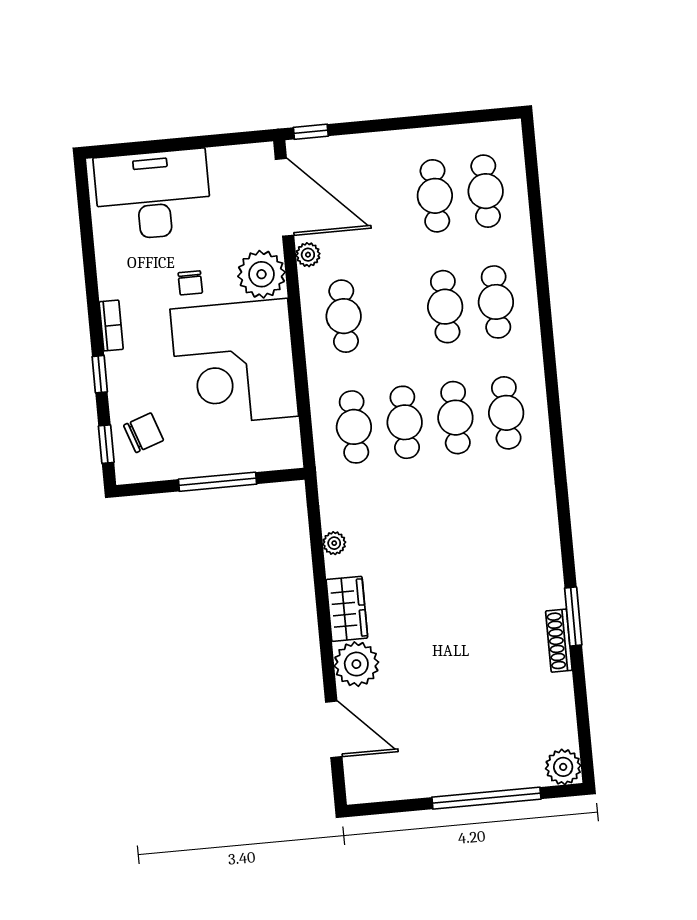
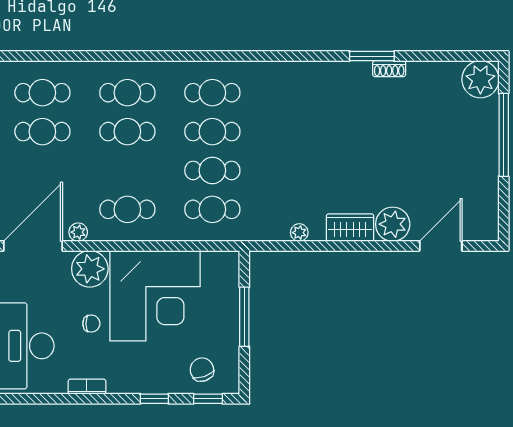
bookcase: (111, 326) -> (87, 387), moved
shoe rack: (559, 641) -> (389, 69), width x0.70
plant: (563, 767) -> (480, 79), width x1.36, depth x1.36

